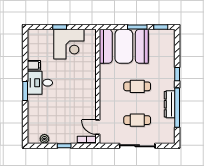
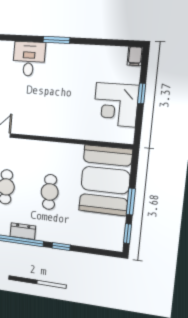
filing cabinet: (34, 65) -> (135, 56), moved
desk: (40, 83) -> (29, 59), moved
dresser: (170, 104) -> (23, 231), width x0.70

